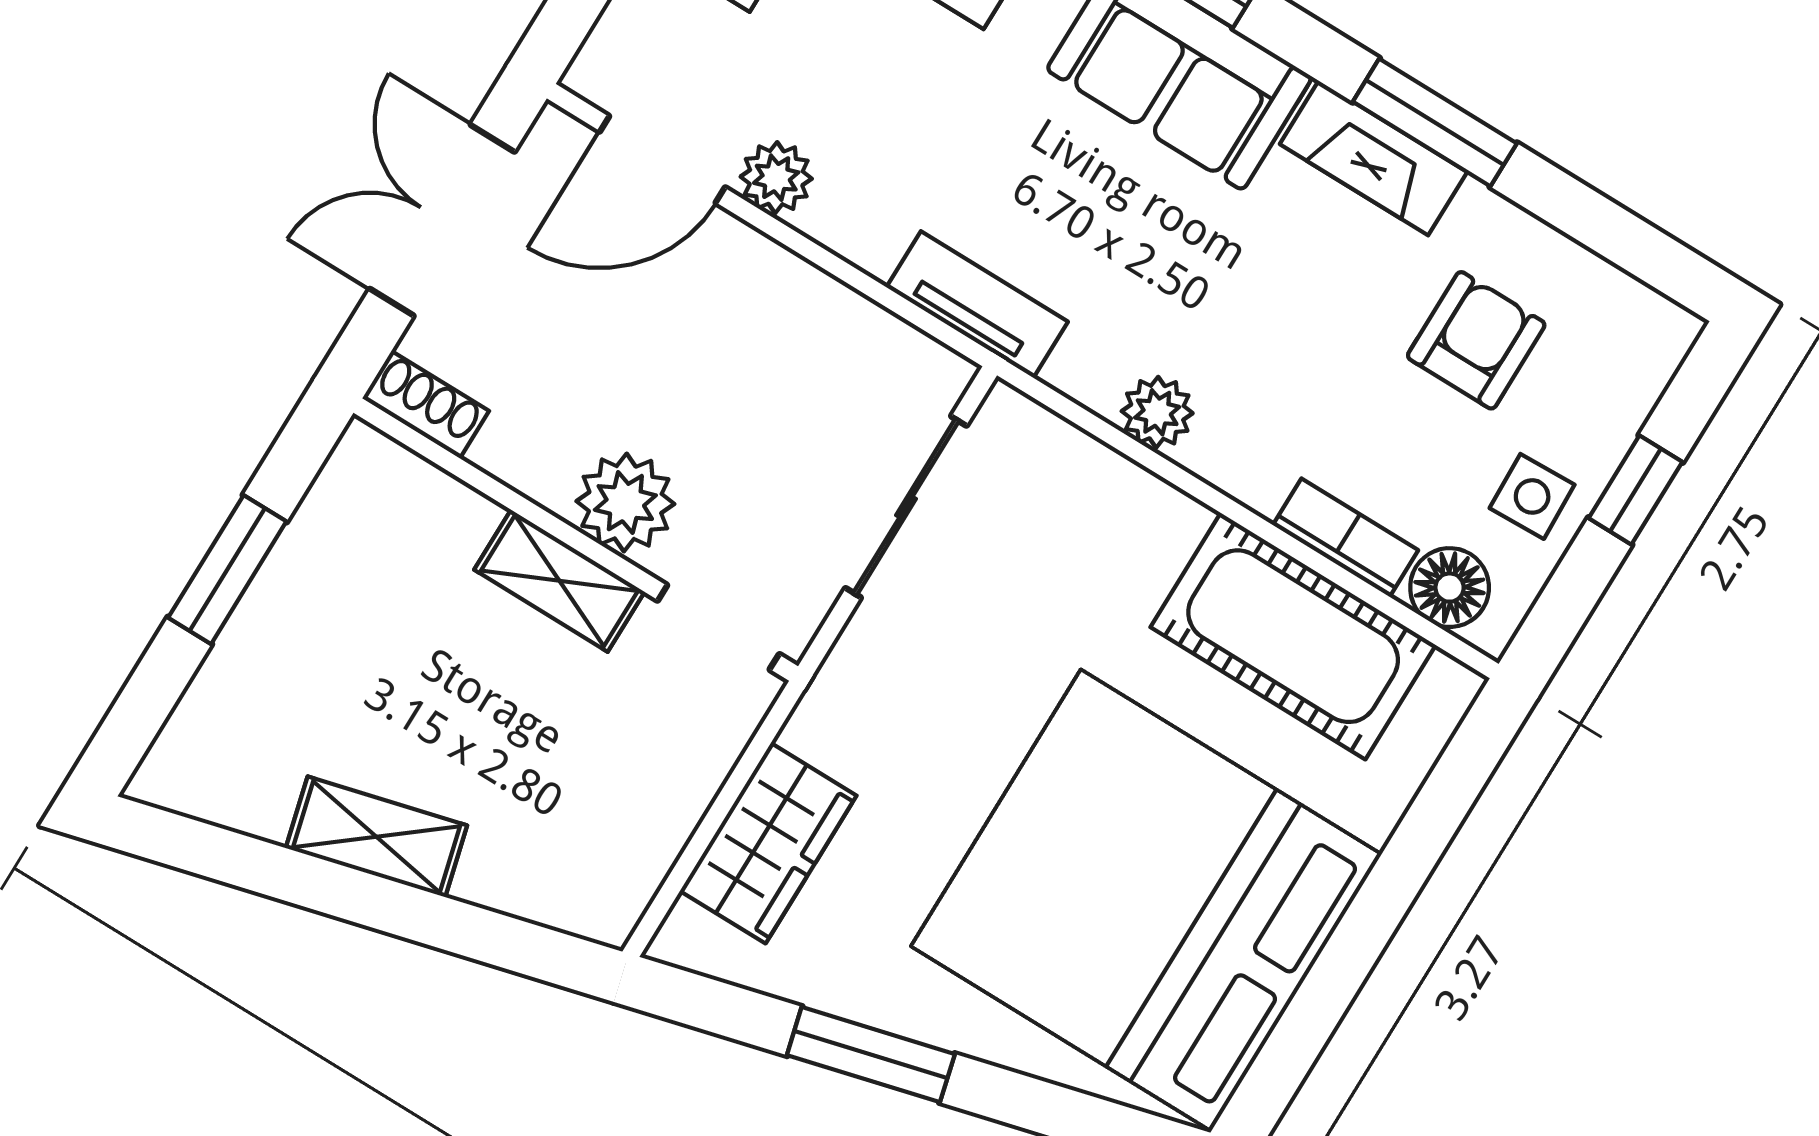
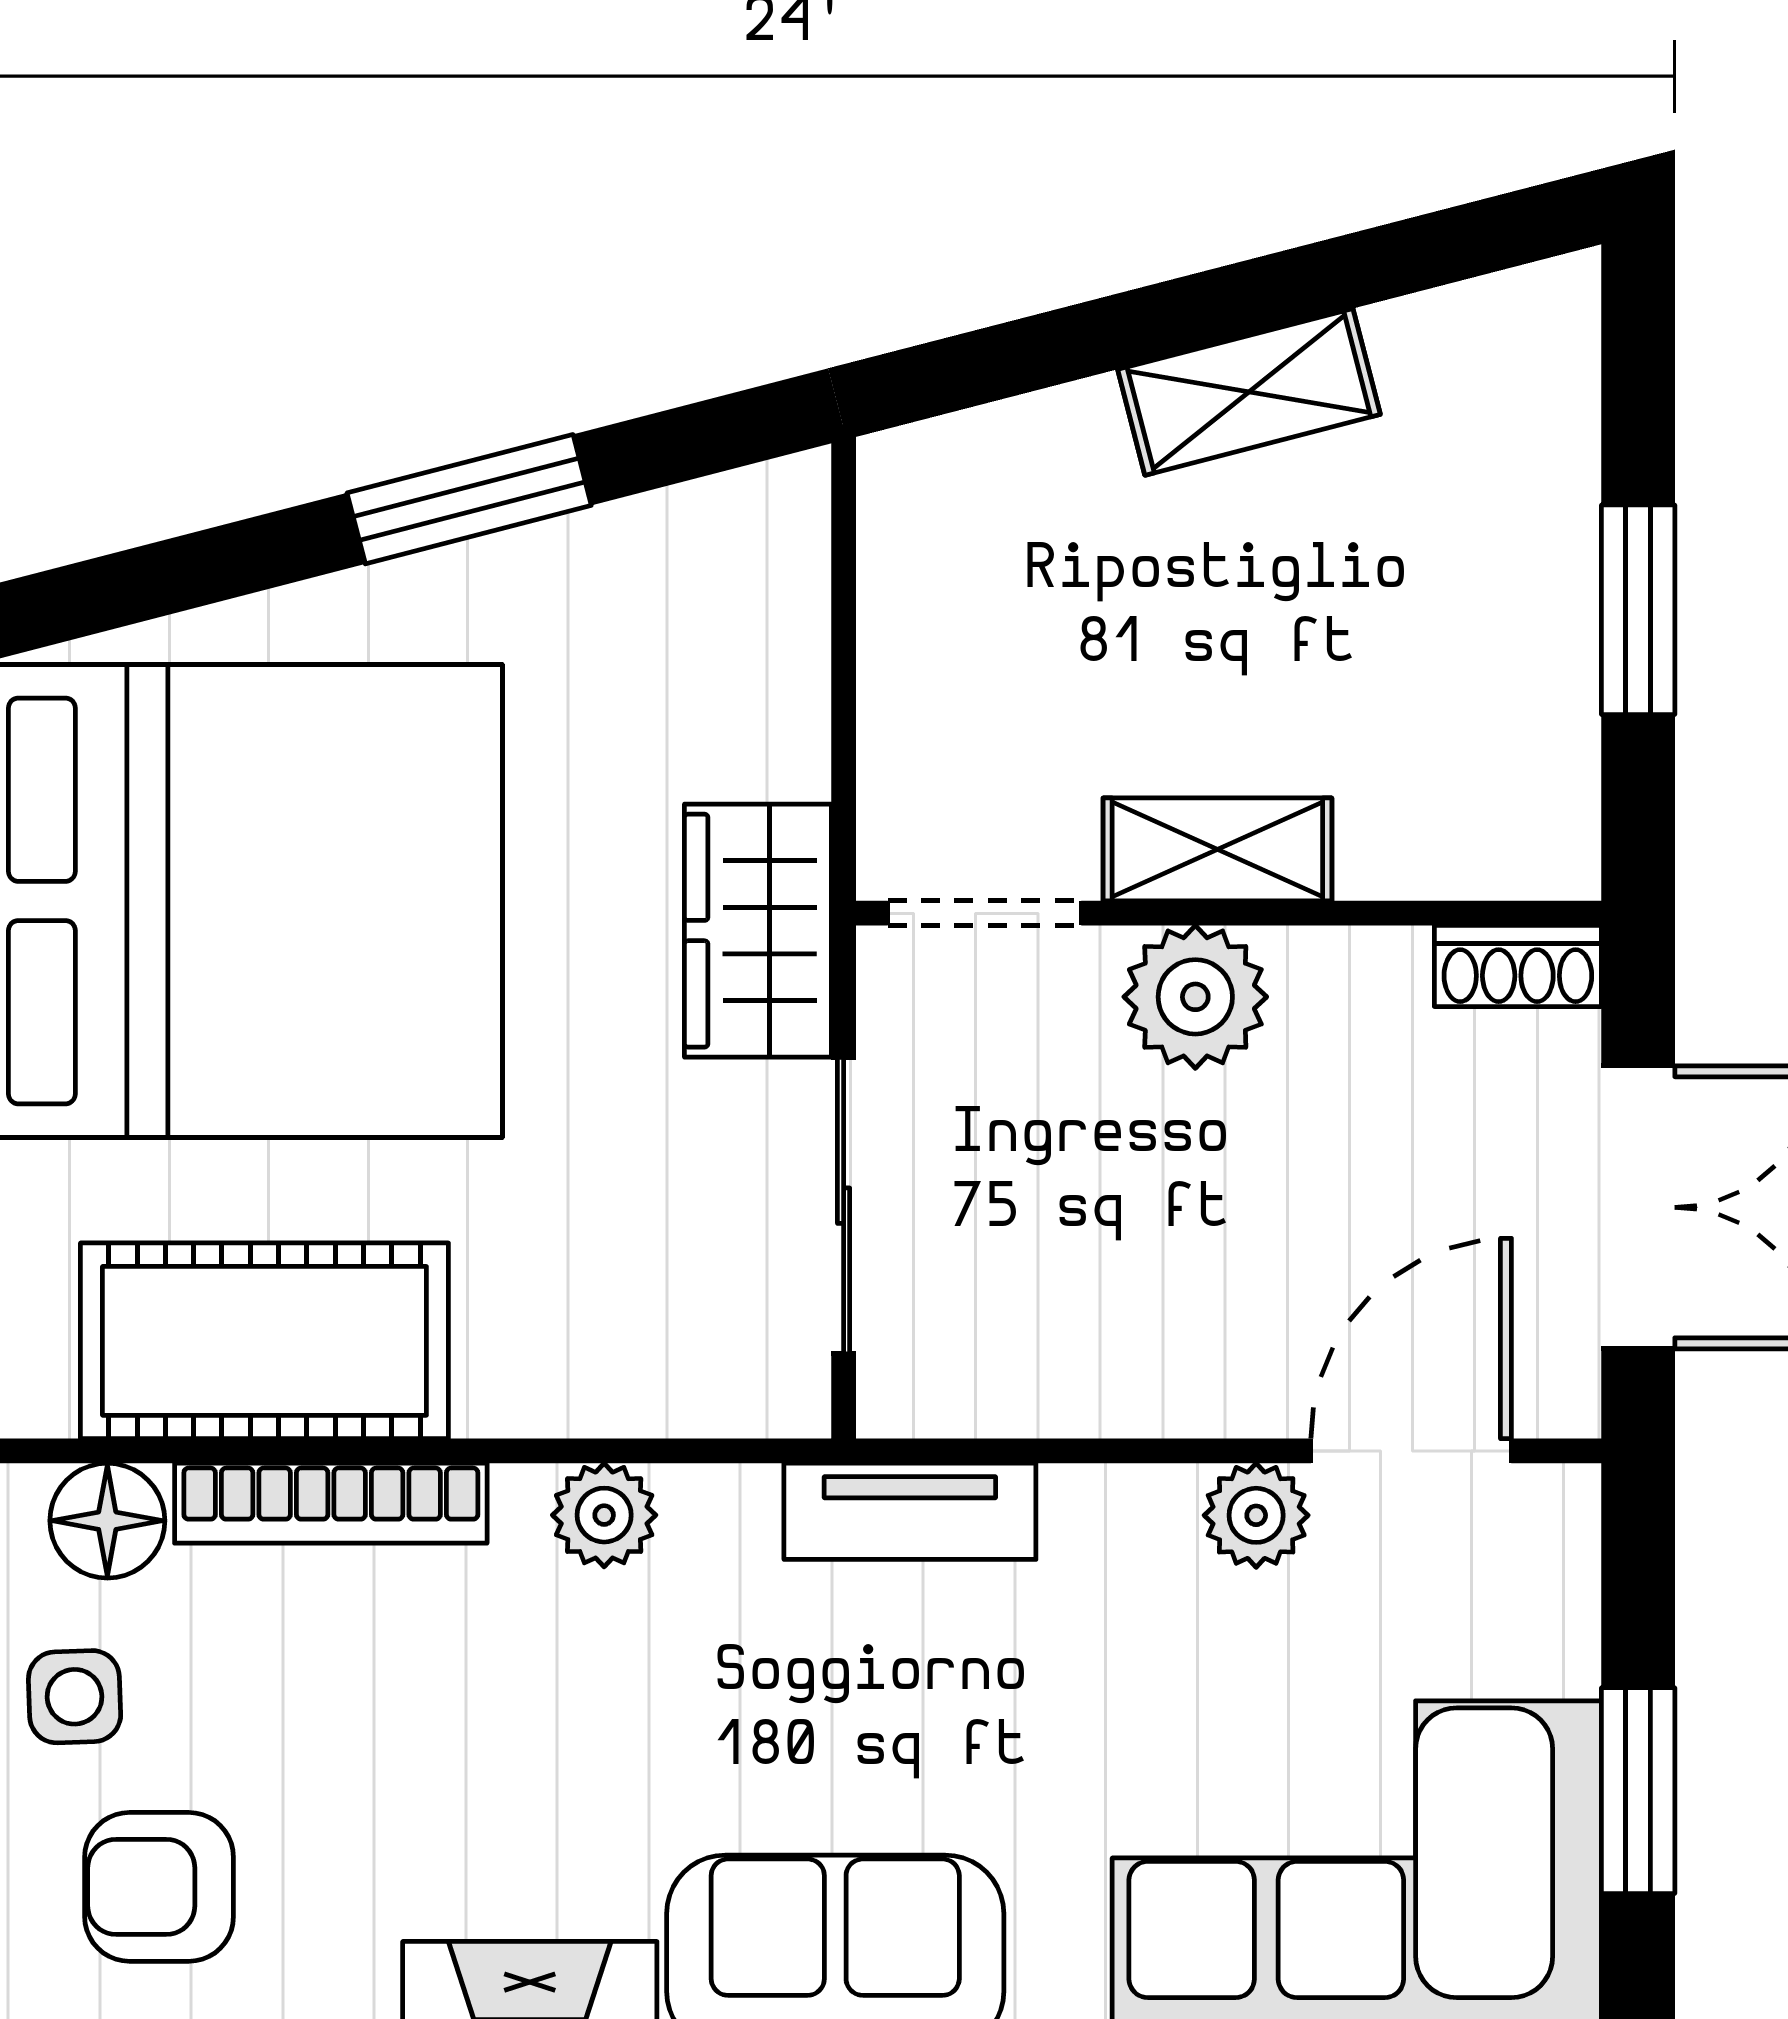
armchair: (1476, 340) -> (159, 1887), moved, turned 90
bookcase: (1346, 538) -> (331, 1503), width x1.56
wardrobe: (768, 843) -> (758, 931), moved

